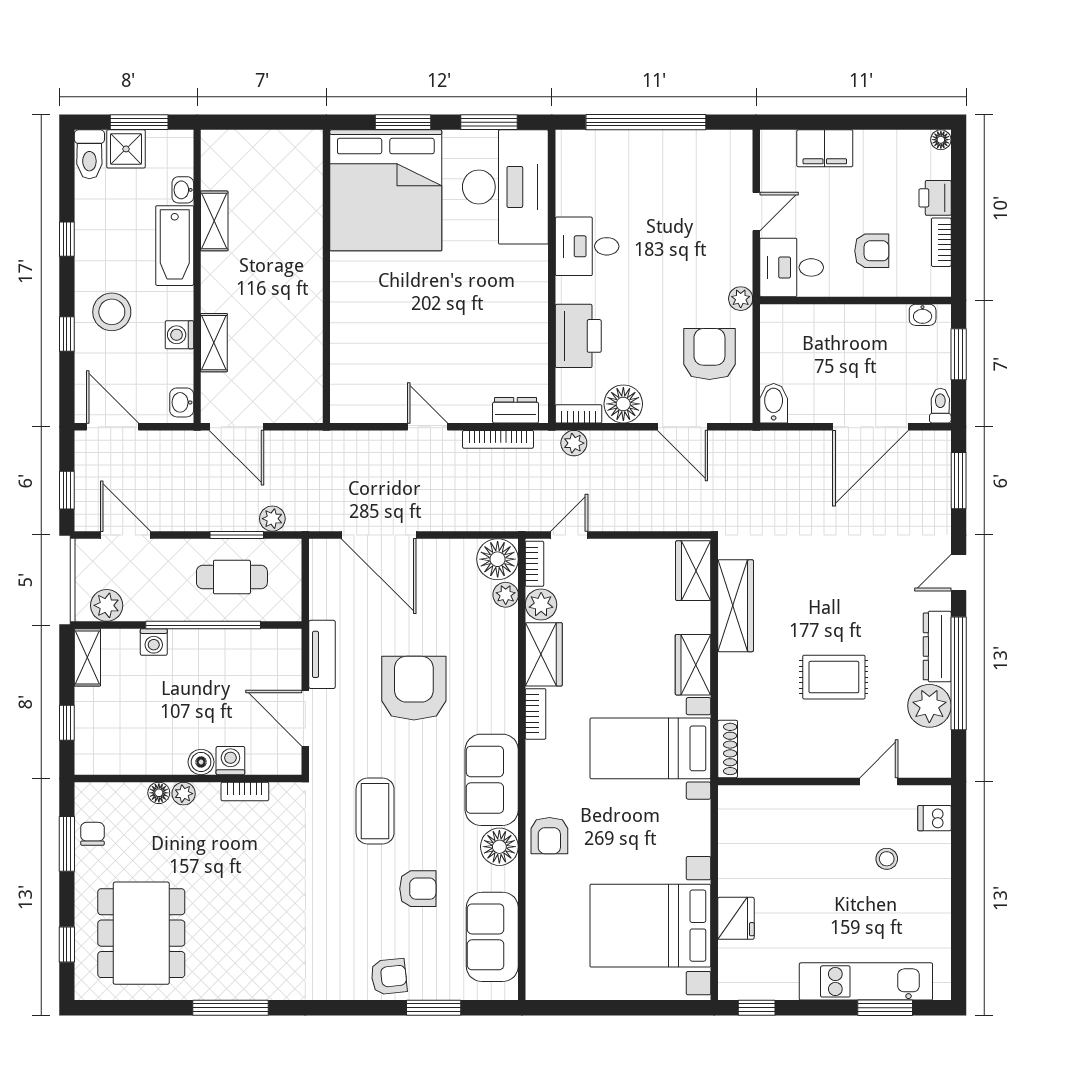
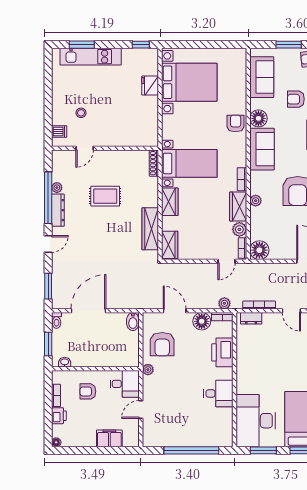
plant: (506, 595) -> (256, 201), moved
plant: (929, 706) -> (57, 188), width x0.53, depth x0.53

